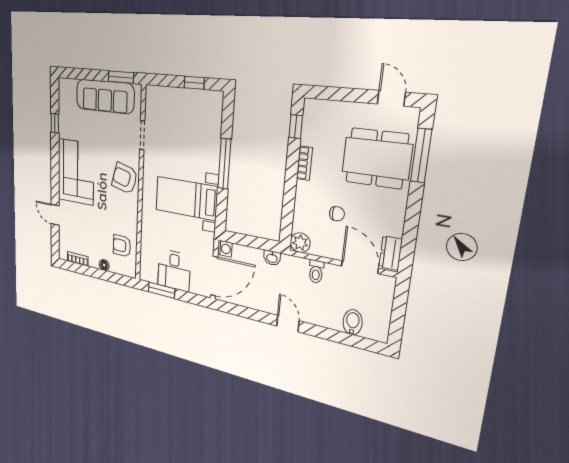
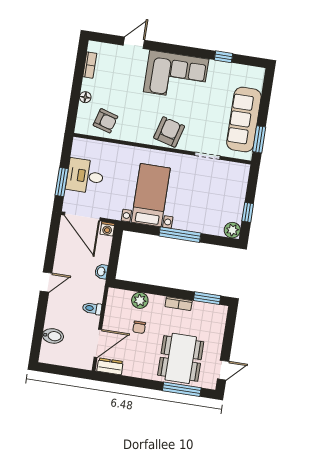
plant: (215, 100) -> (232, 230), added
window: (296, 127) -> (207, 298), width x1.50
plant: (300, 243) -> (140, 300), moved
armchair: (122, 246) -> (106, 121), turned 106
window: (161, 290) -> (62, 182), moved

